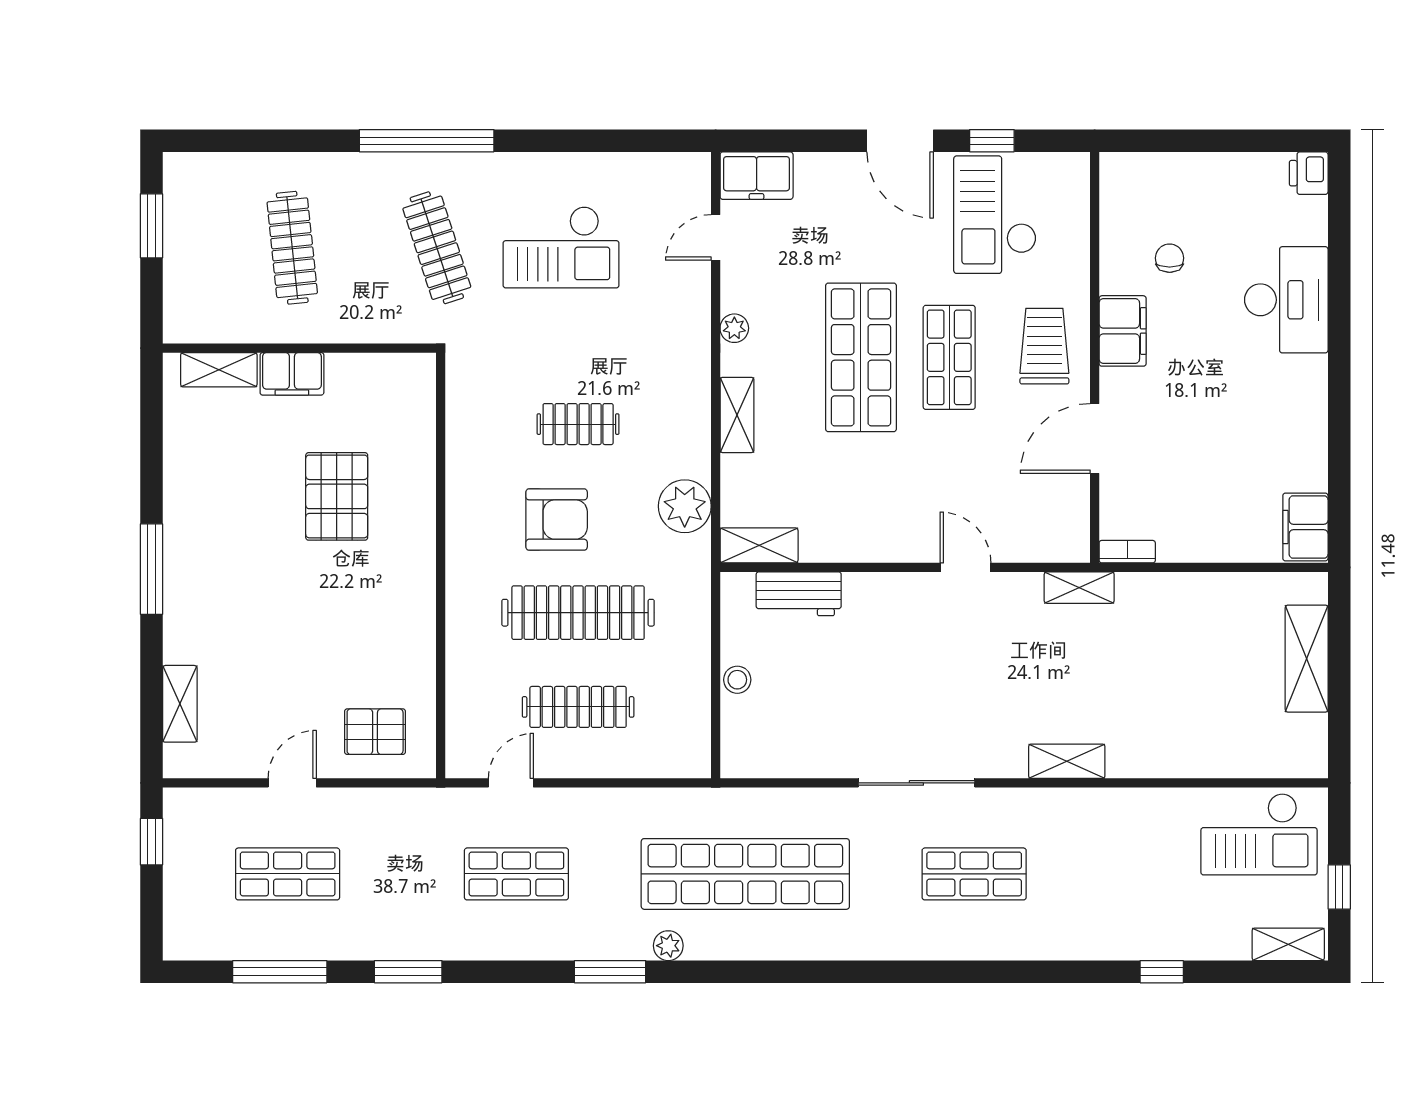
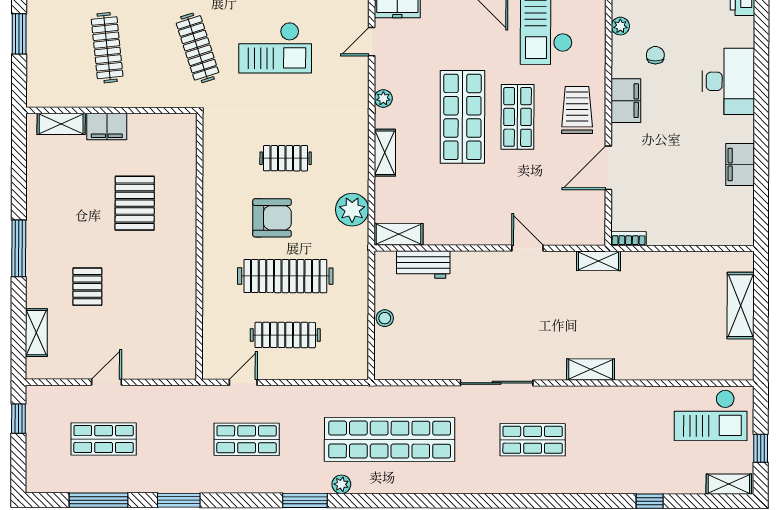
plant: (1113, 212) -> (620, 26), added
filing cabinet: (1305, 527) -> (740, 165), moved
pallet: (375, 732) -> (87, 287), moved, turned 90

